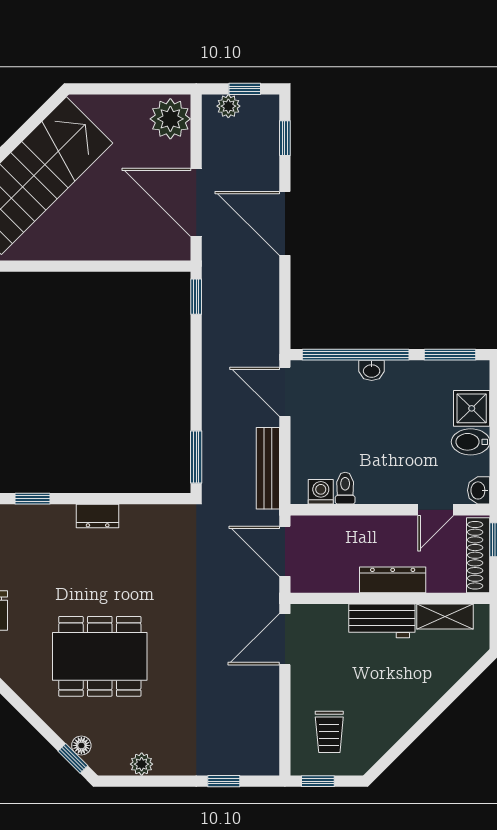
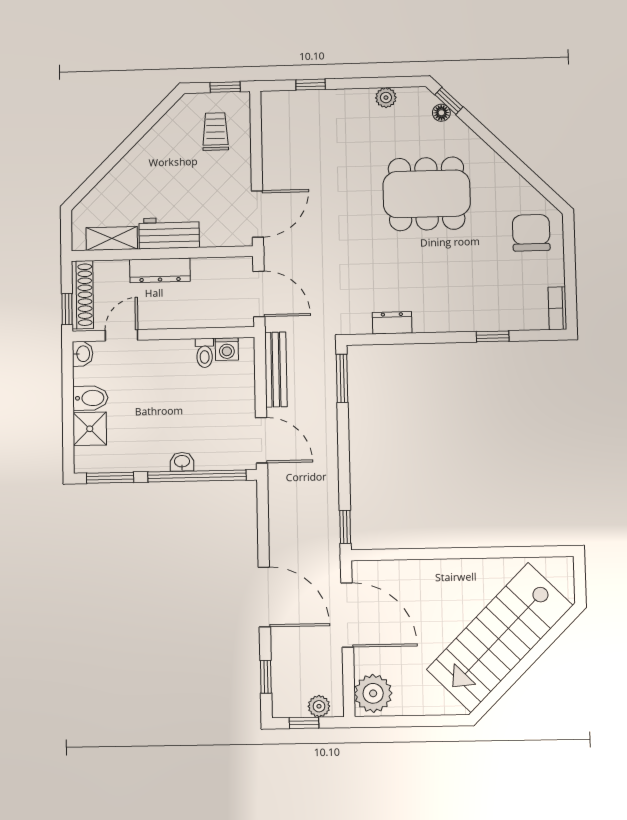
dresser: (98, 516) -> (392, 323), moved

